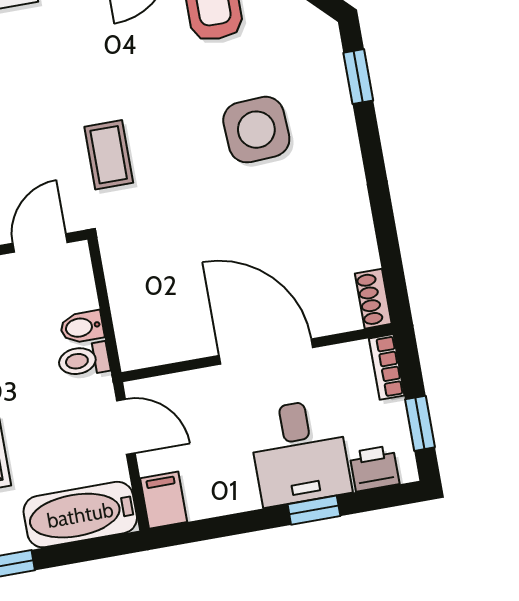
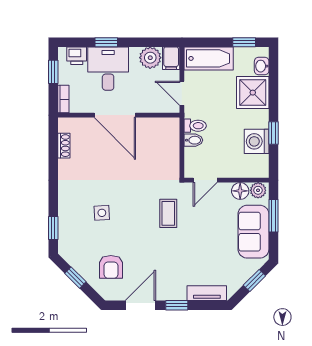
side table: (256, 130) -> (102, 213), width x0.54, depth x0.54
shoe rack: (373, 299) -> (64, 146), moved
plant: (210, 493) -> (150, 58), added

